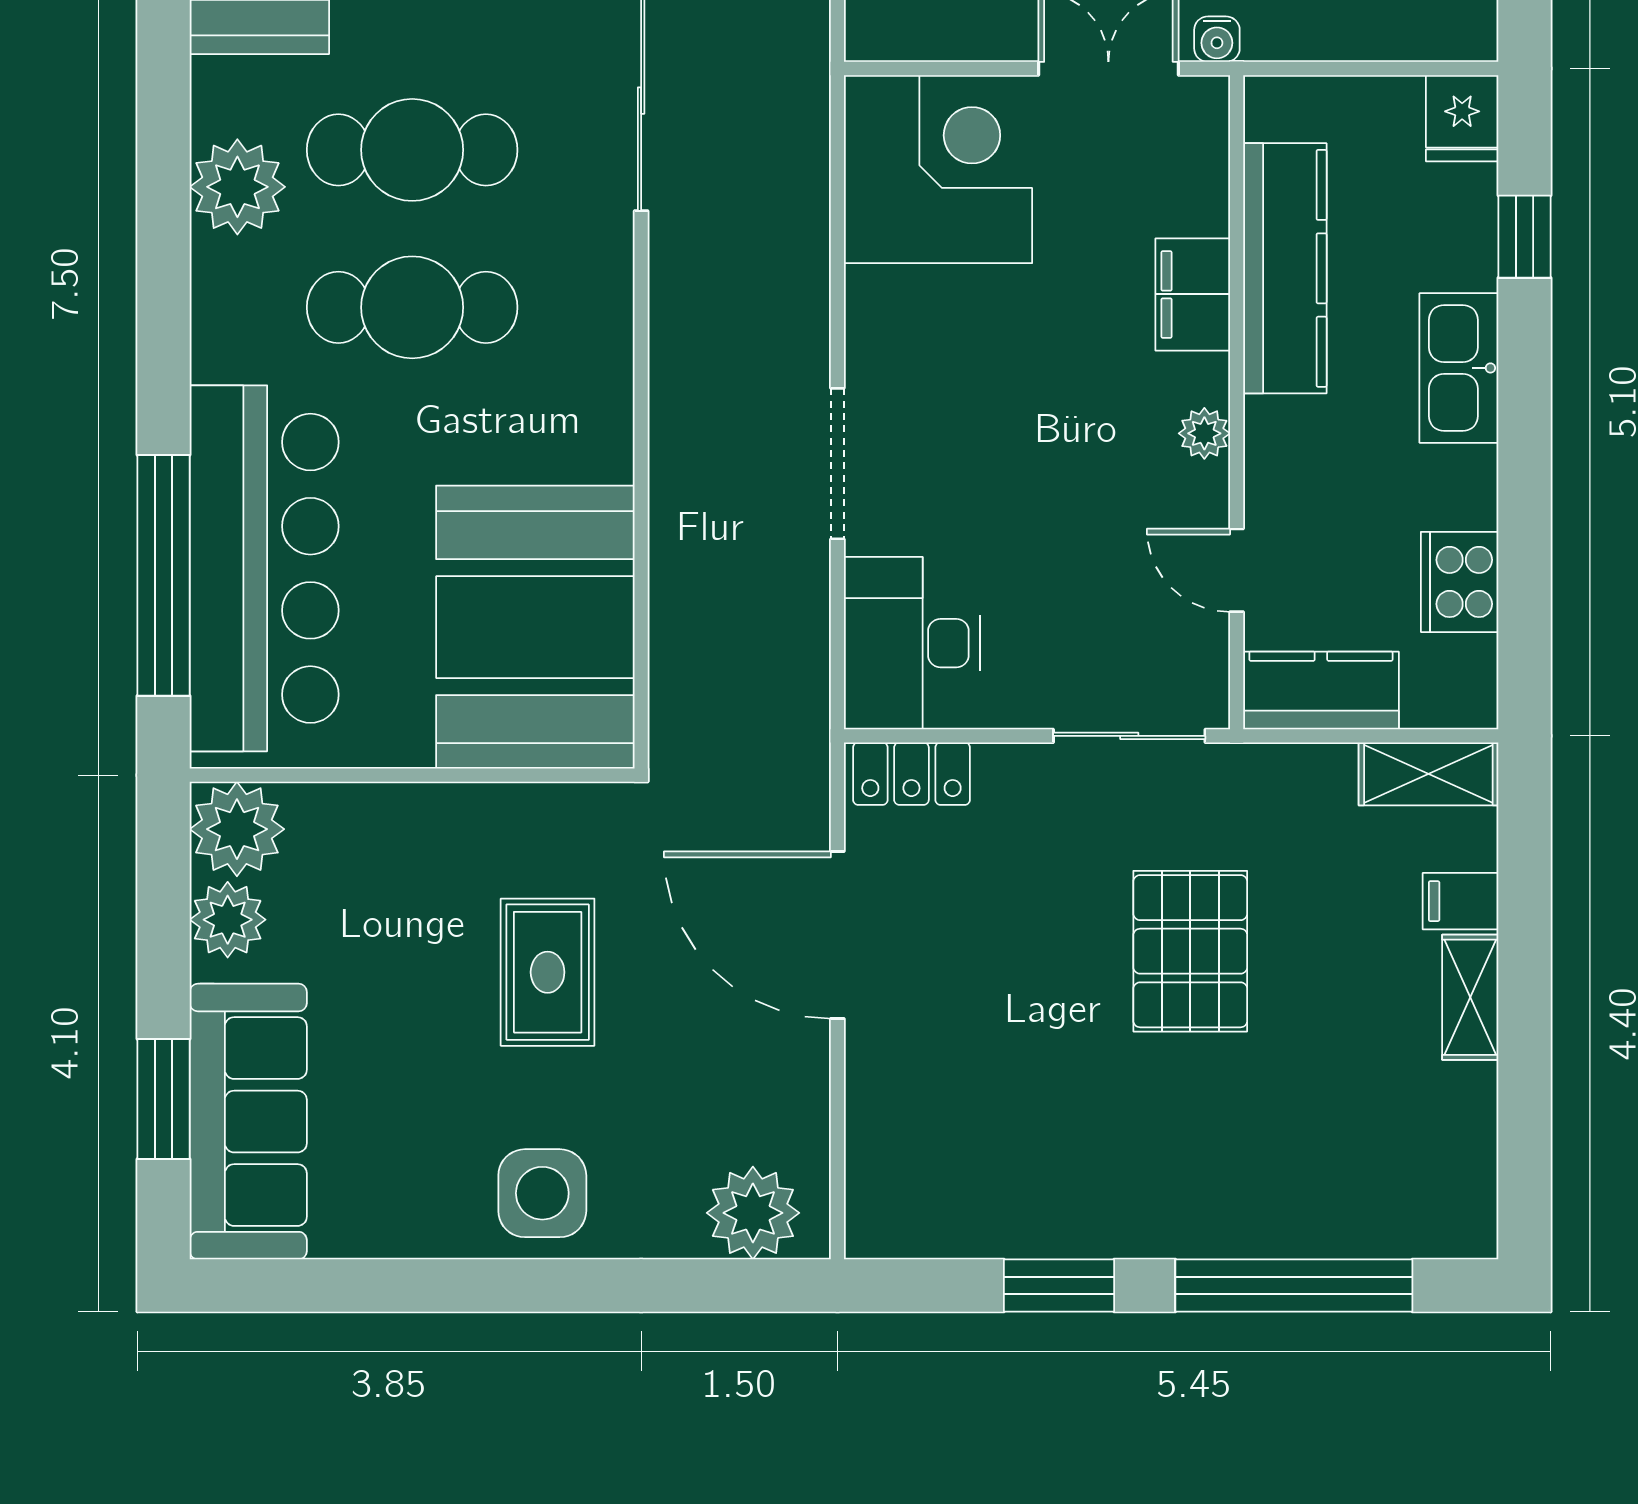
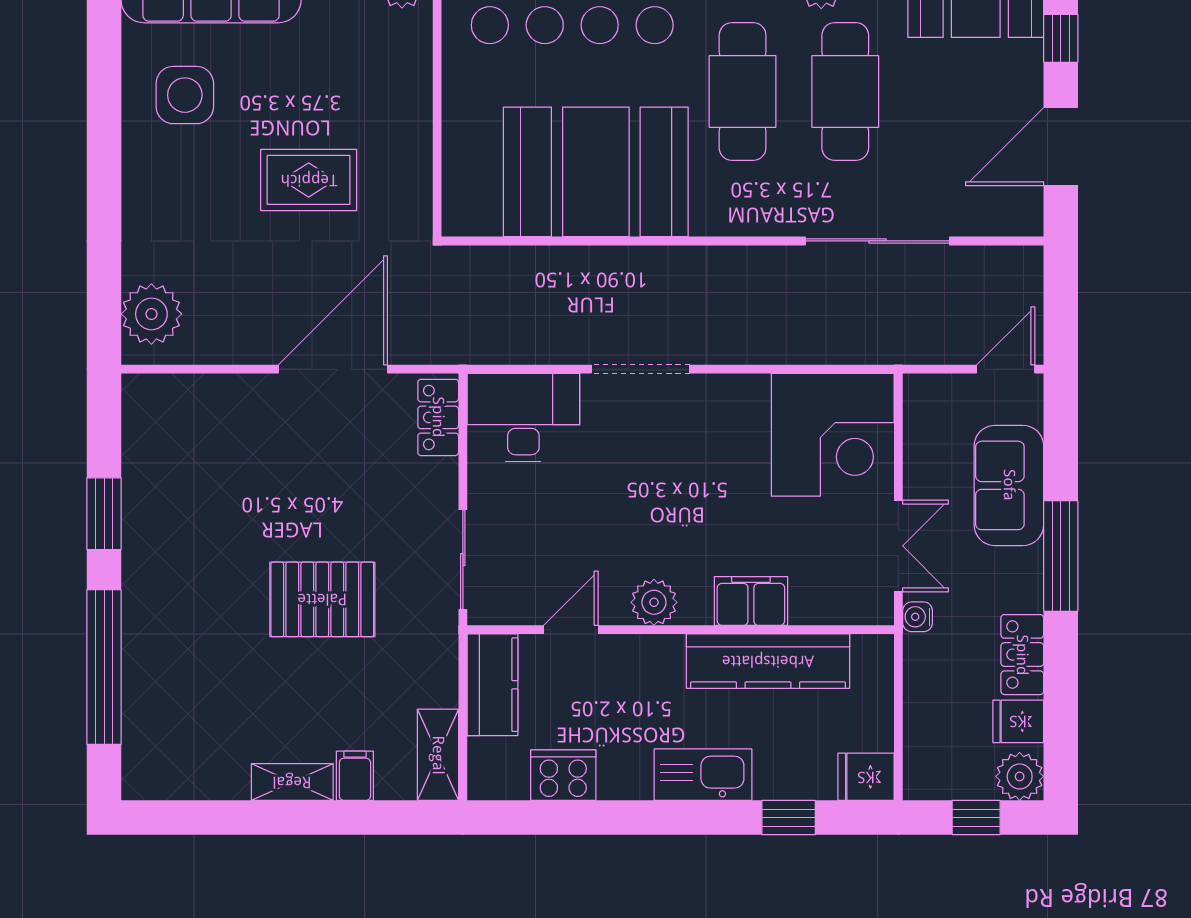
plant: (1204, 433) -> (654, 602), width x1.38, depth x1.38
booth: (535, 627) -> (596, 172), moved
side table: (542, 1193) -> (185, 95), moved

